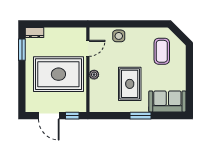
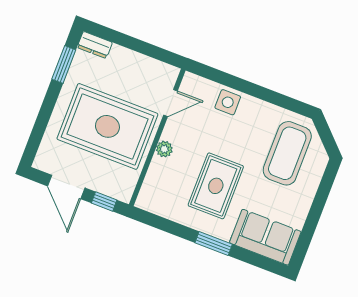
coffee table: (162, 51) -> (287, 153), width x1.36, depth x1.32

